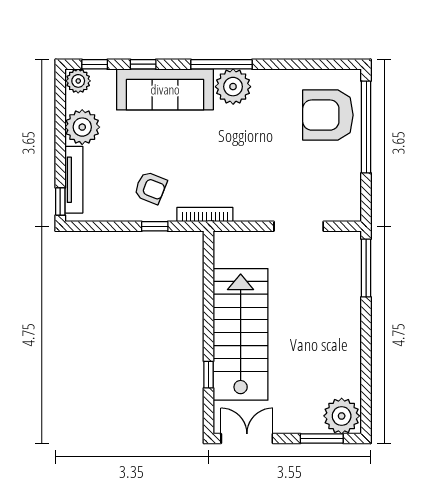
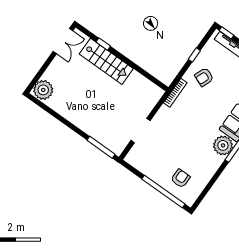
armchair: (328, 115) -> (181, 178), width x0.53, depth x0.53
window: (155, 226) -> (194, 55), moved
stairs: (241, 334) -> (106, 61), width x0.73, depth x0.66
window: (322, 438) -> (40, 74), removed

